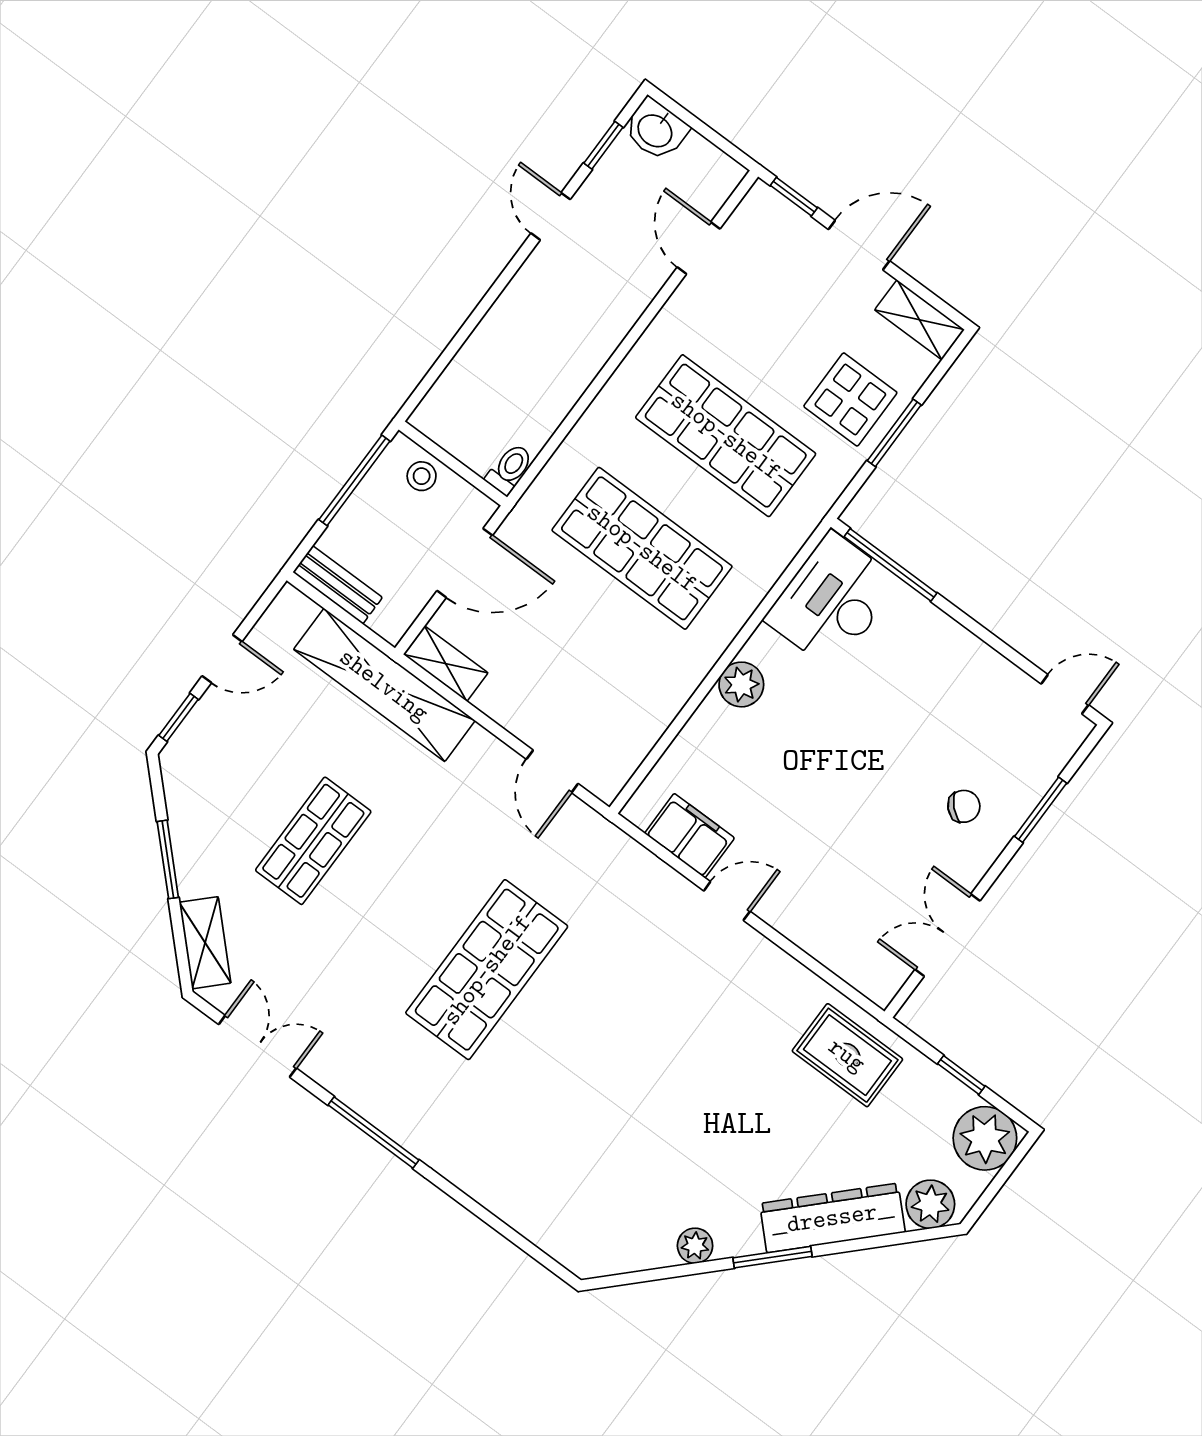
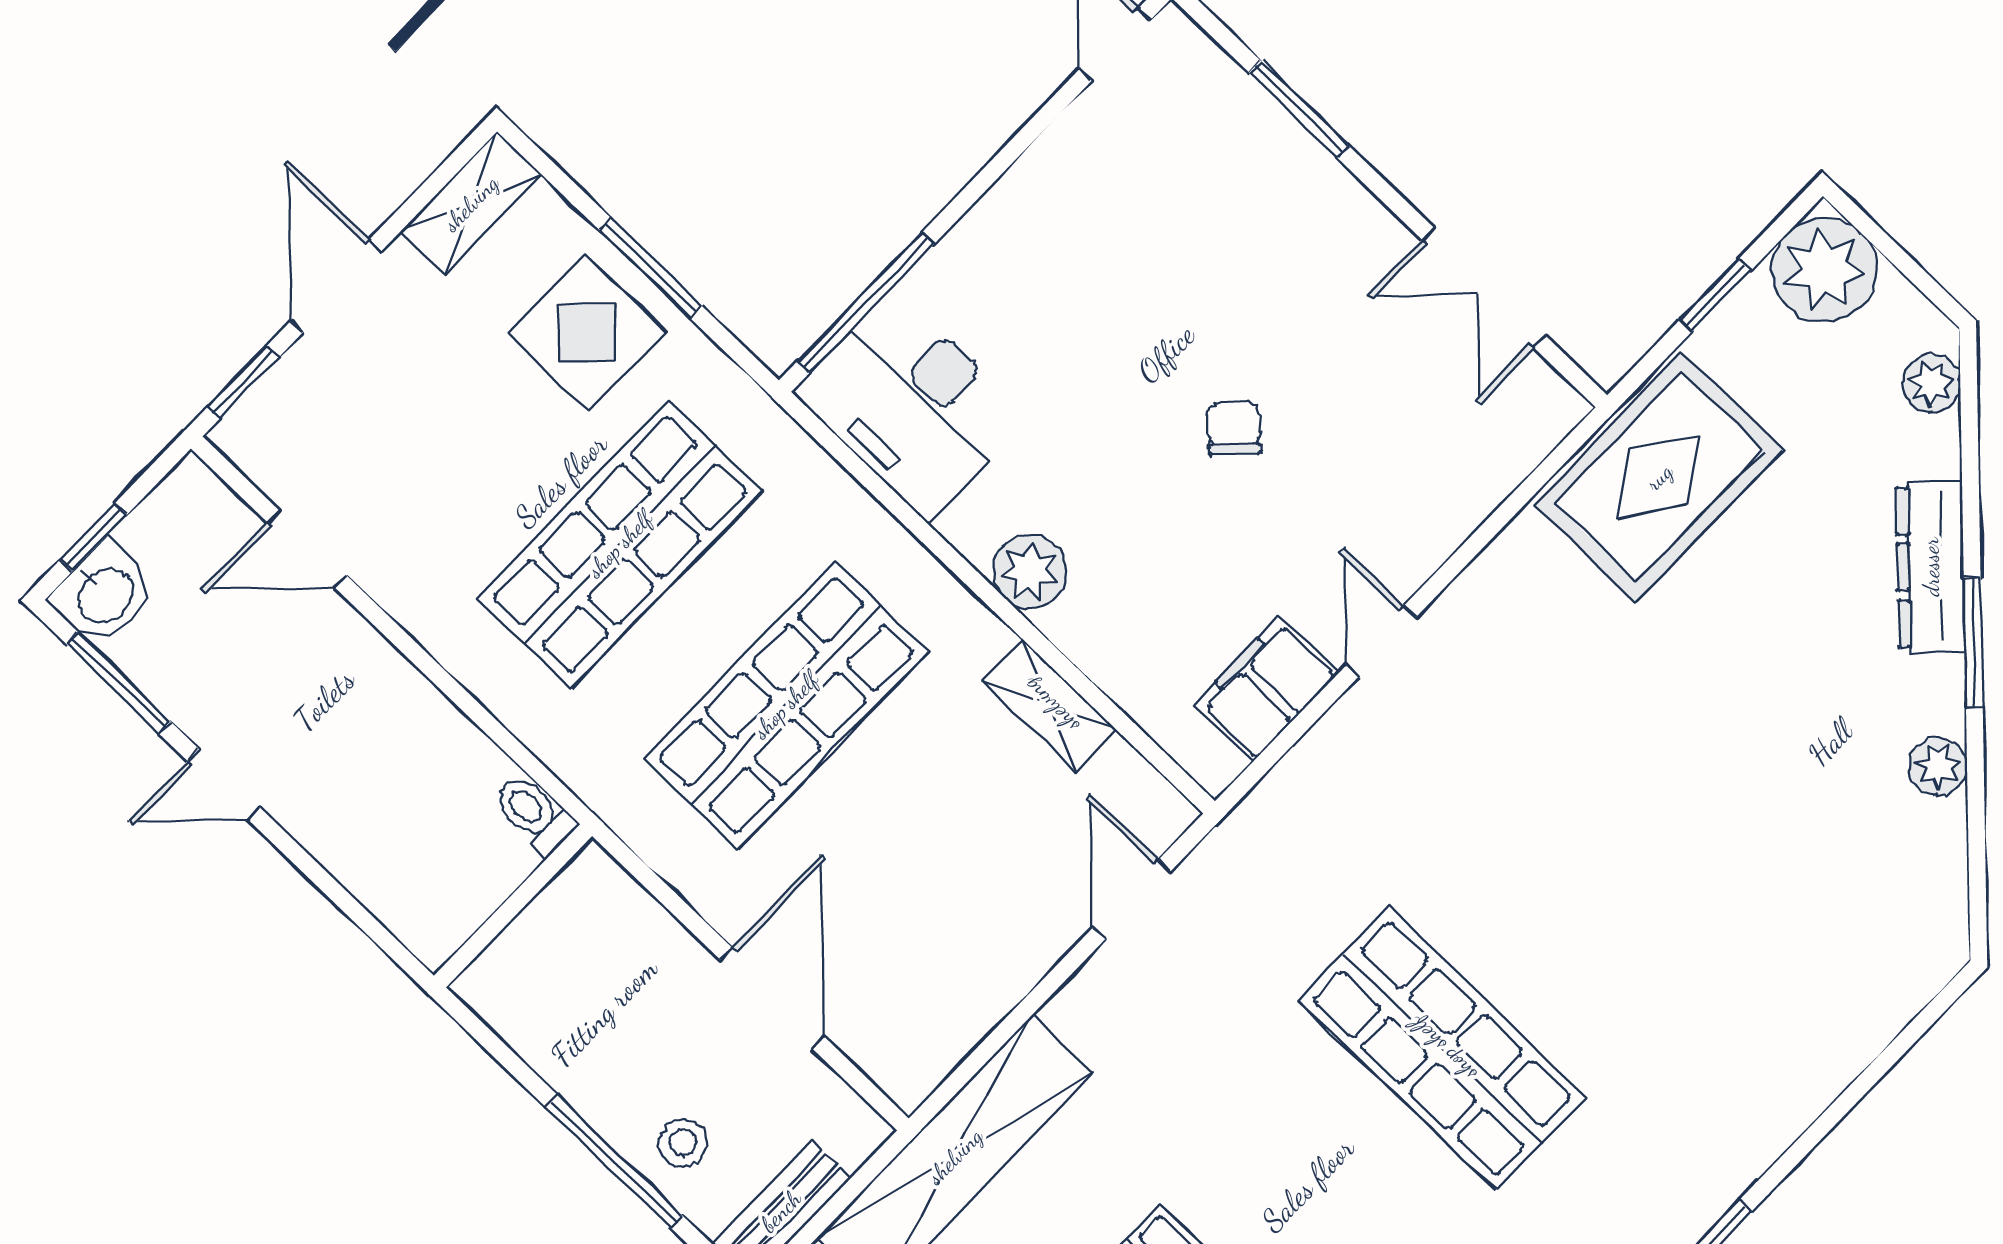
window: (689, 119) -> (93, 537), added
window: (603, 145) -> (119, 683), width x1.50
wall: (453, 463) -> (513, 906), moved
toilet: (510, 469) -> (534, 814), moved
stool: (422, 476) -> (683, 1143), moved
shelving: (446, 664) -> (1050, 706), moved, turned 90
door: (552, 771) -> (1132, 899), swing flipped
chair: (964, 806) -> (1234, 429), moved
rug: (847, 1055) -> (1659, 477), width x1.36, depth x1.43
plant: (930, 1204) -> (1931, 384), width x0.73, depth x0.73
dresser: (832, 1218) -> (1931, 567), width x0.73, depth x0.80

